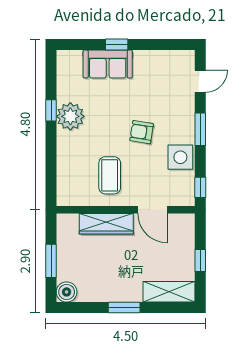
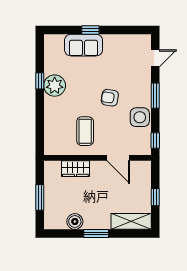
wardrobe: (106, 224) -> (75, 169), width x0.67
boiler: (67, 292) -> (75, 221), moved

